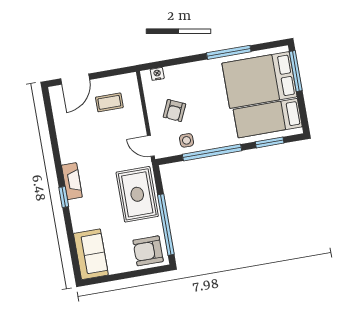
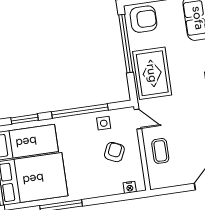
coffee table: (109, 102) -> (160, 151), moved, turned 90

